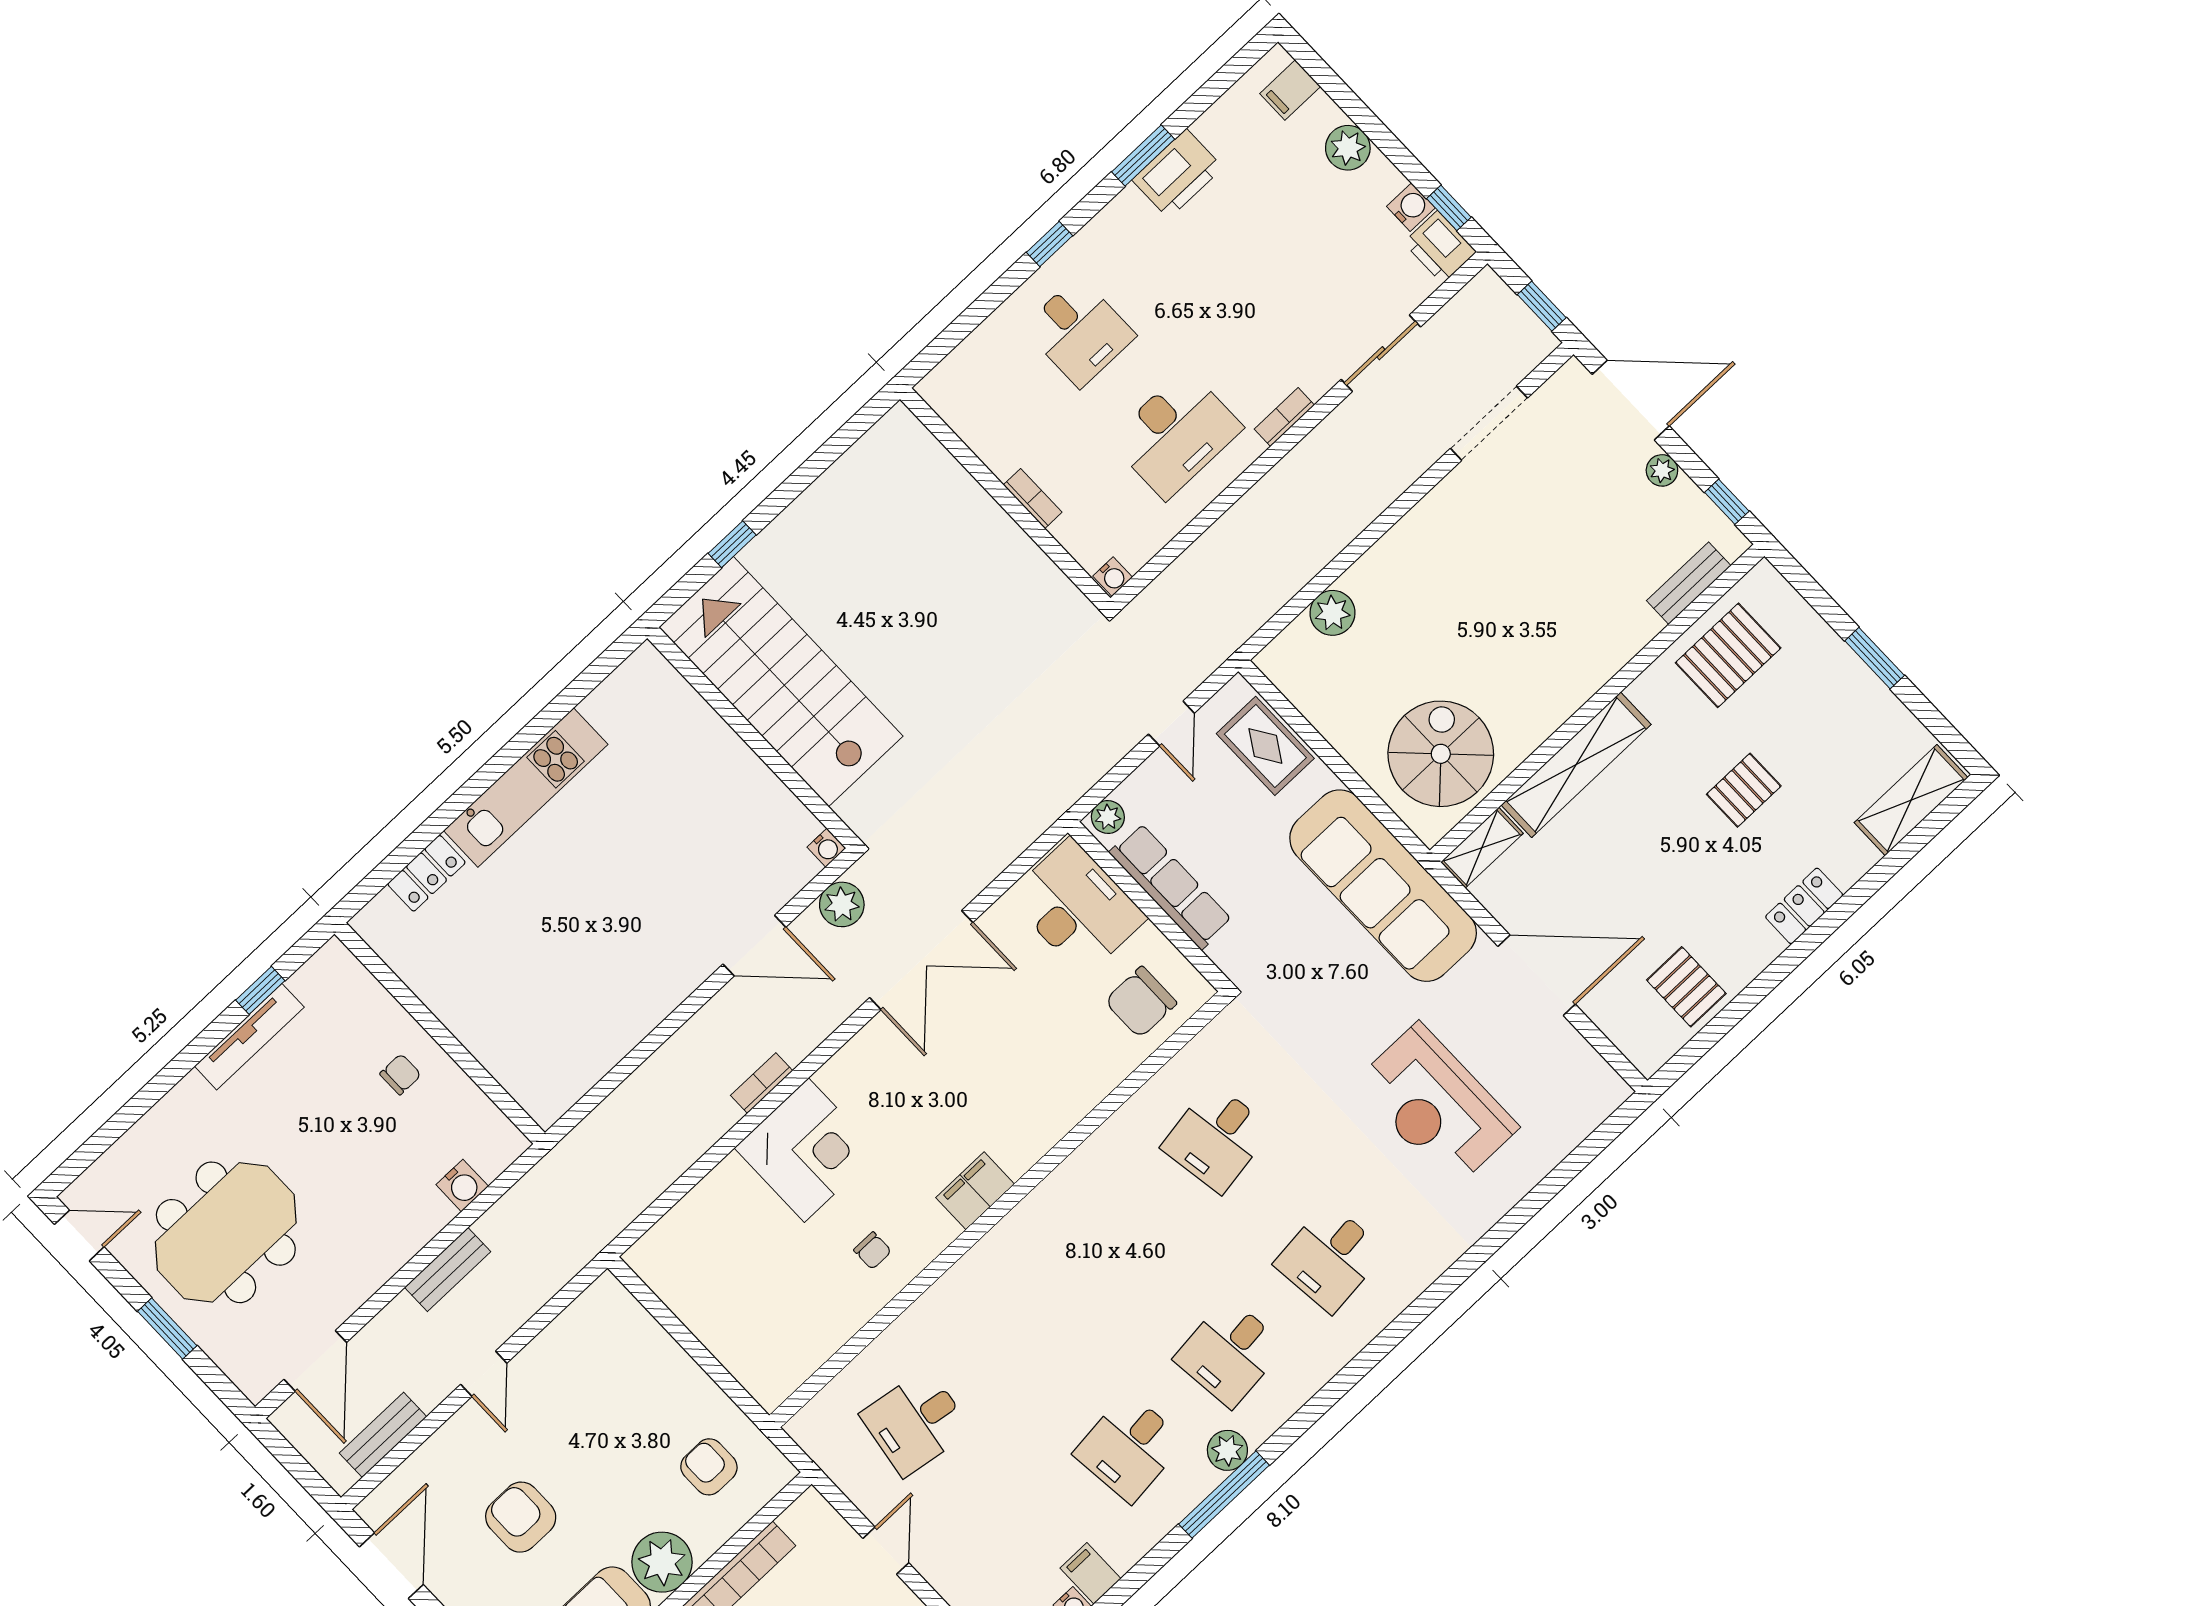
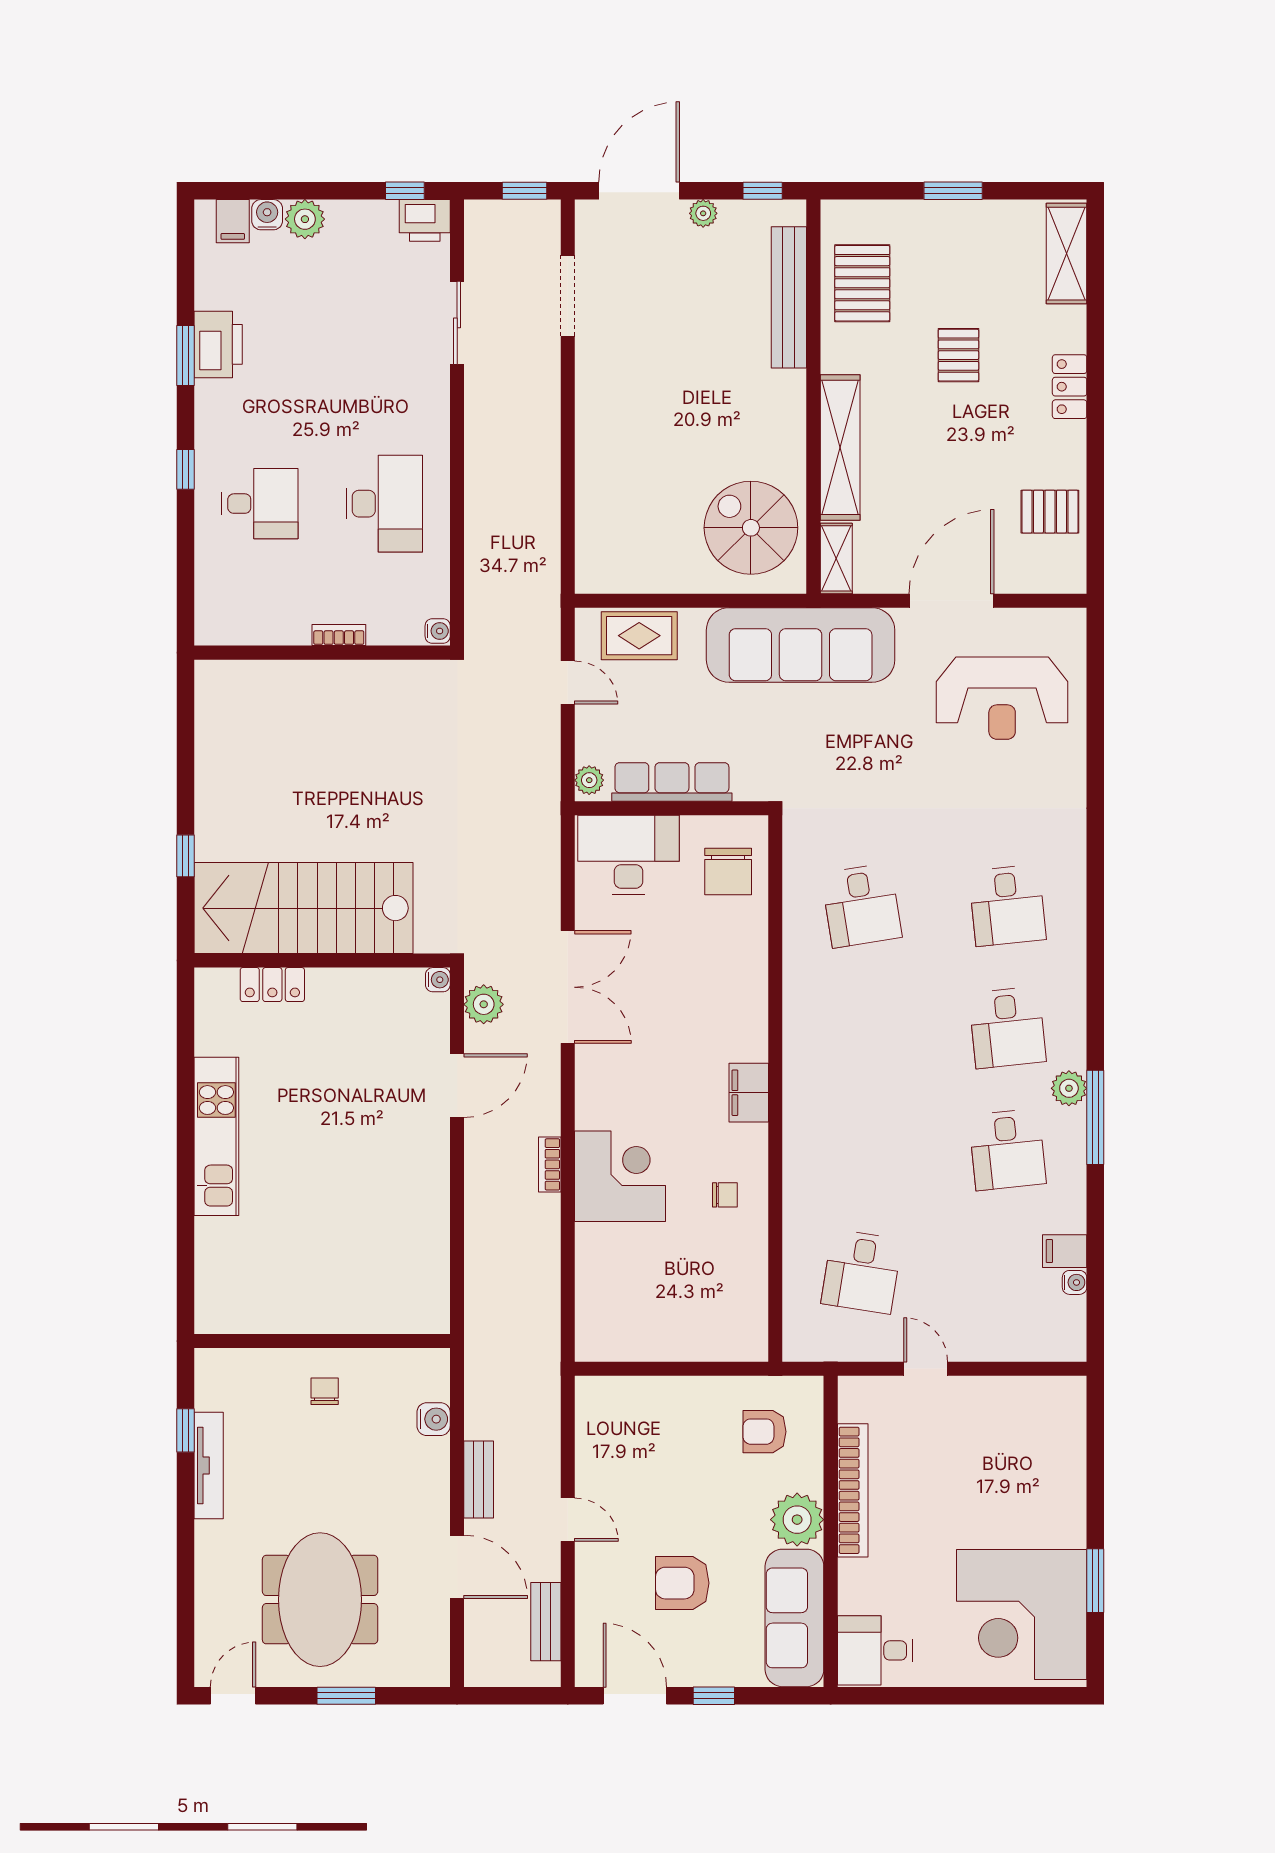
water cooler: (1411, 207) -> (267, 215), moved
bookcase: (1284, 417) -> (439, 424), removed
bench: (1689, 583) -> (789, 297), width x1.86, depth x1.21
plant: (1332, 613) -> (595, 512), removed
locker: (427, 873) -> (272, 985), moved, turned 90
reception desk: (1436, 1105) -> (1002, 698), moved
door: (315, 1361) -> (457, 1567), moved

